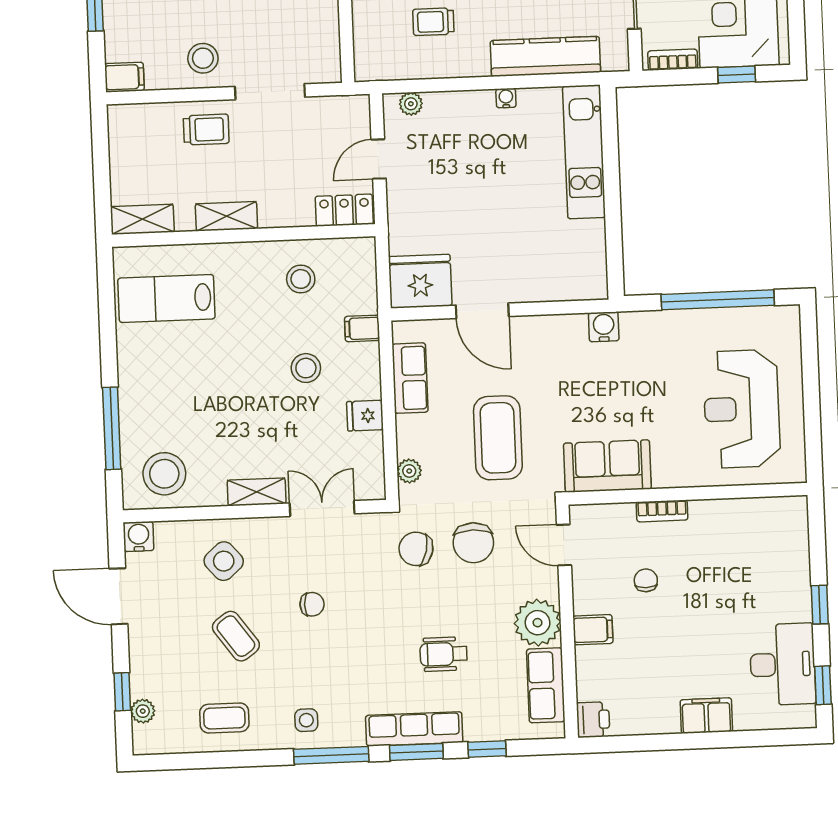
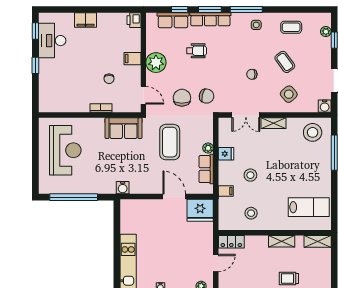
plant: (409, 471) -> (208, 148), moved
row of seats: (546, 685) -> (173, 20), moved, turned 90

